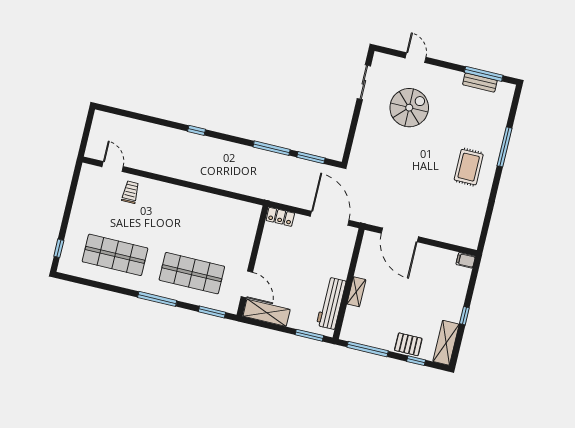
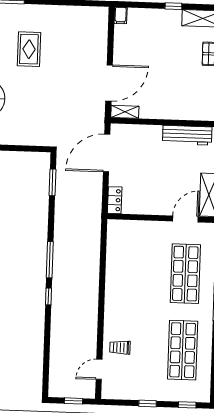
window: (86, 134) -> (74, 401), added
window: (272, 148) -> (50, 260), moved
rug: (469, 167) -> (29, 49), moved, turned 90
window: (68, 209) -> (148, 403), added
shelving: (356, 292) -> (125, 112), moved

